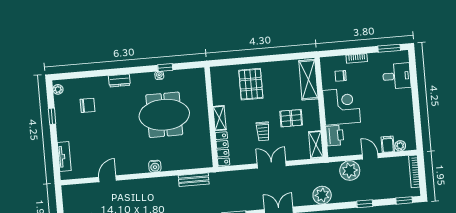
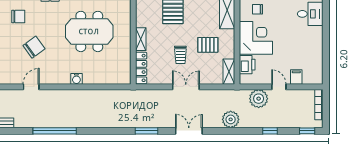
chair: (107, 136) -> (34, 47), added
plant: (400, 146) -> (308, 79), removed
bench: (194, 180) -> (112, 95), removed

